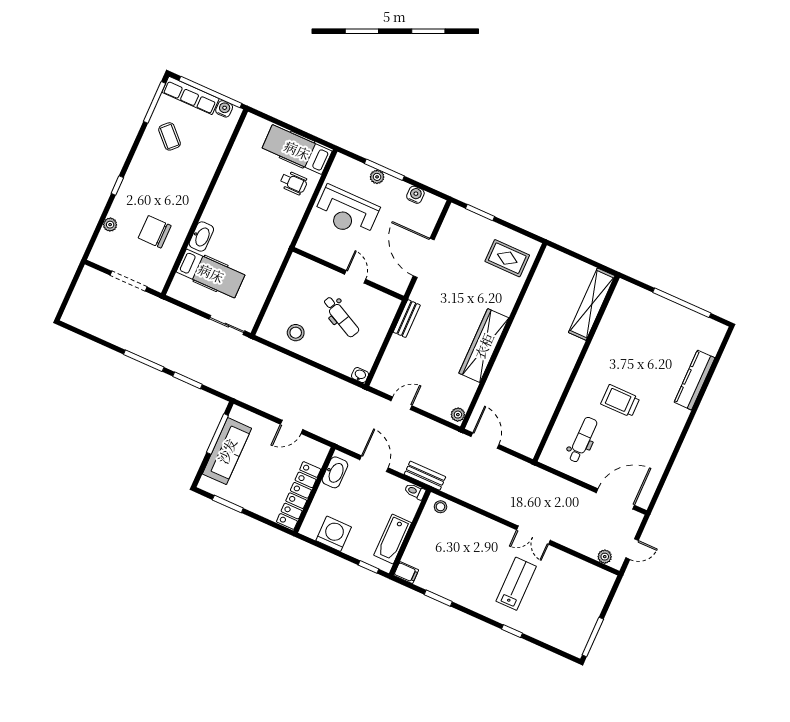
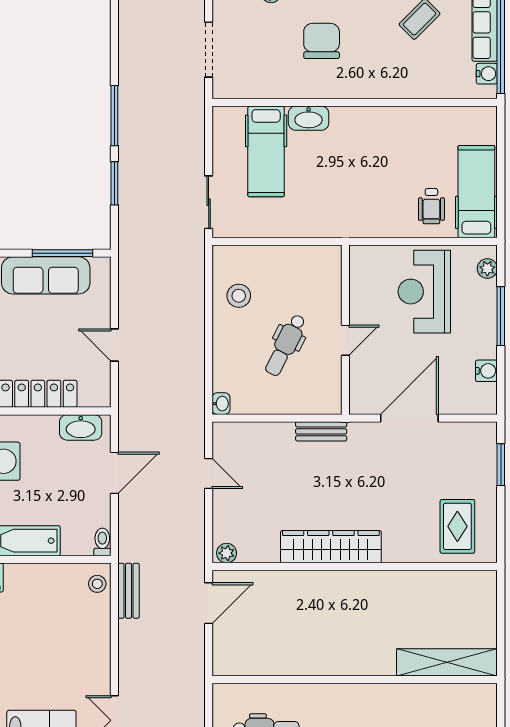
plant: (377, 177) -> (487, 269), moved
chair: (155, 232) -> (322, 41), moved
bench: (425, 476) -> (128, 591), moved

